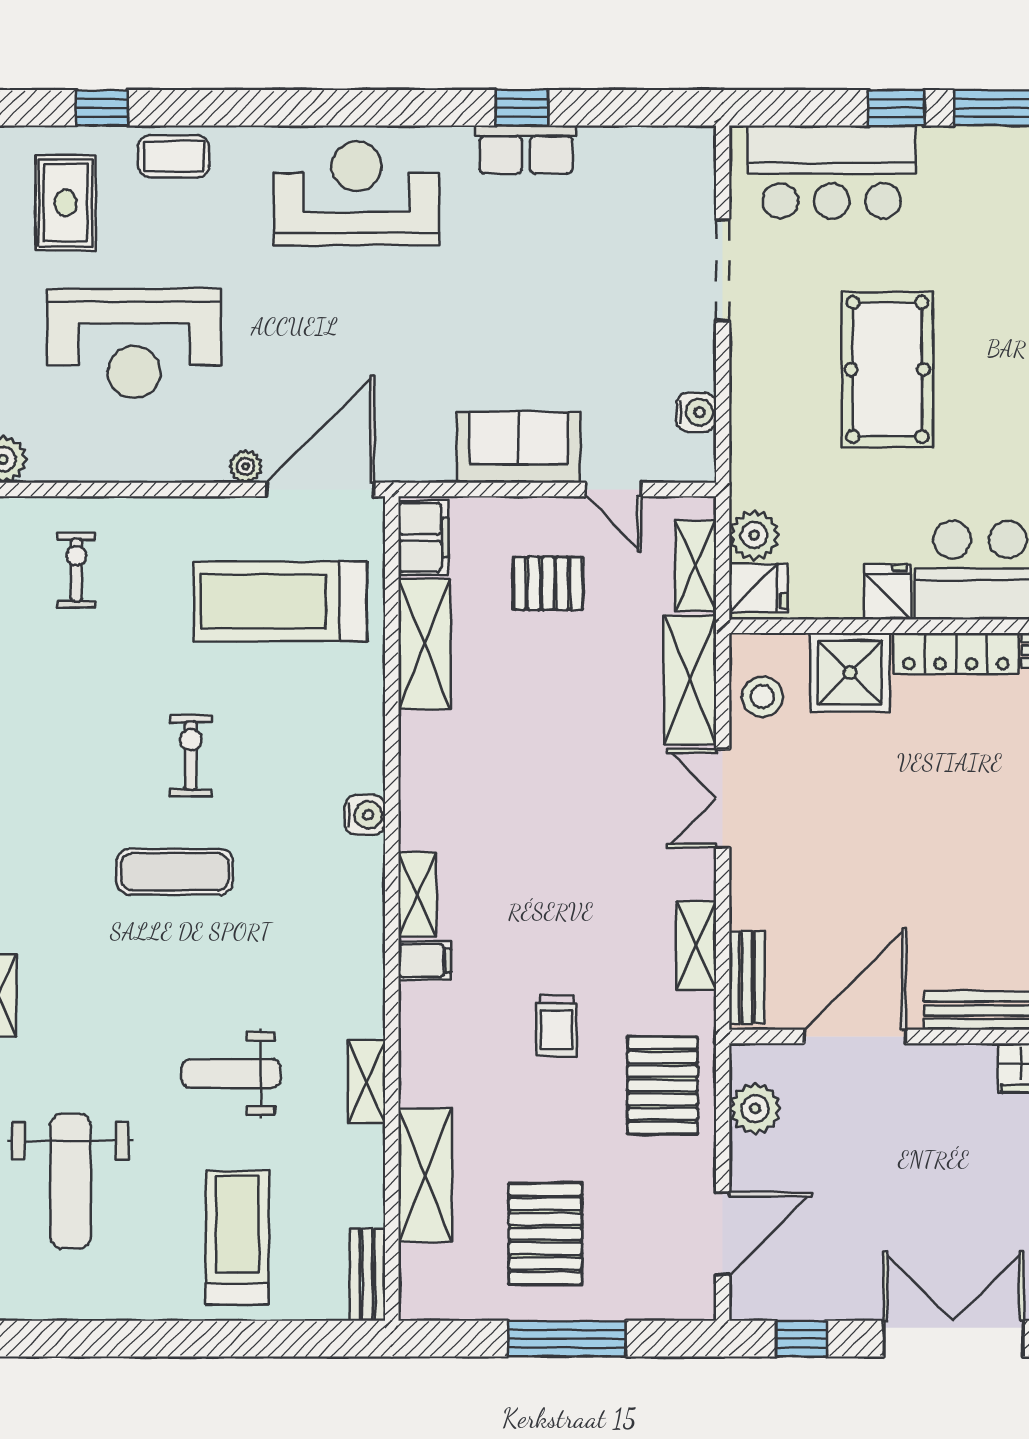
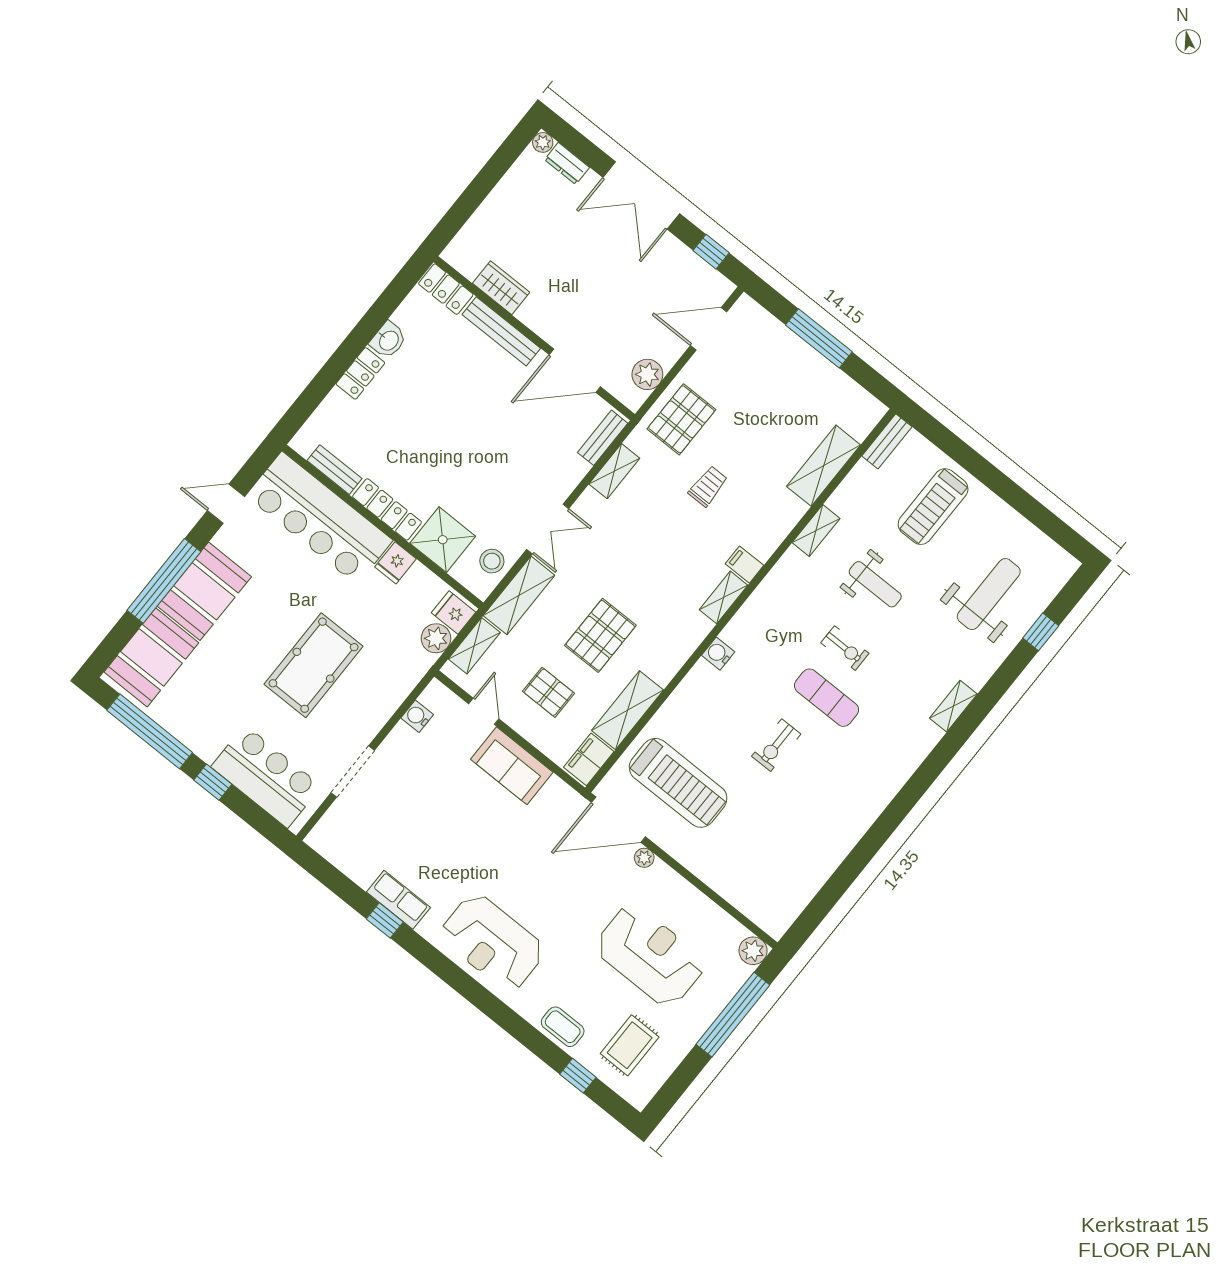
exercise bike: (76, 570) -> (845, 648), moved, turned -90
pallet: (545, 1234) -> (600, 635), moved

